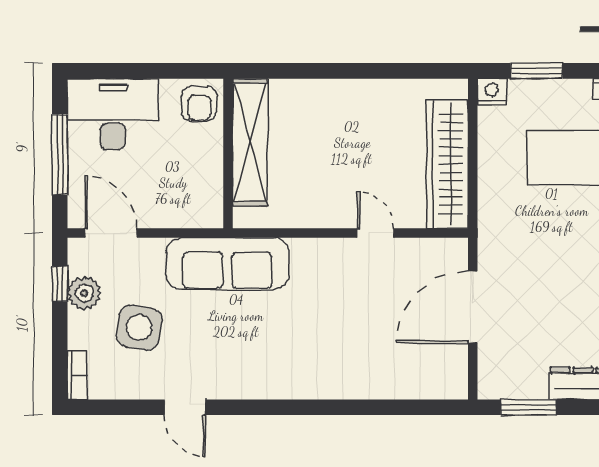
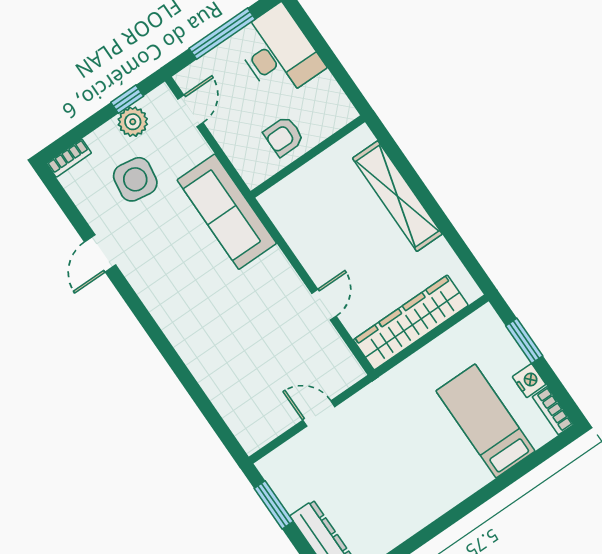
nightstand: (492, 92) -> (529, 381), moved
armchair: (199, 104) -> (284, 136), moved
shelving: (250, 142) -> (397, 196), moved, turned 90
door: (111, 233) -> (190, 111), width x0.73
door: (473, 307) -> (319, 413), width x0.53

